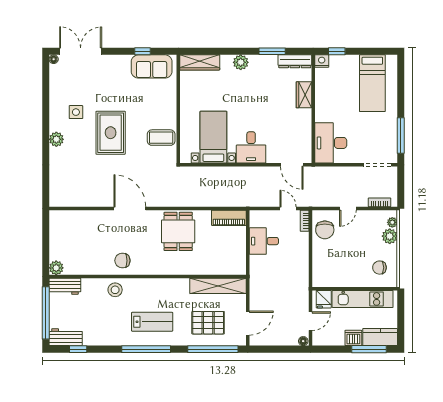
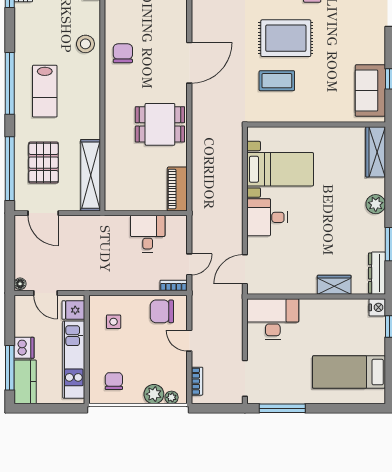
coffee table: (161, 138) -> (277, 81), moved, turned 90
side table: (333, 268) -> (114, 322), added

